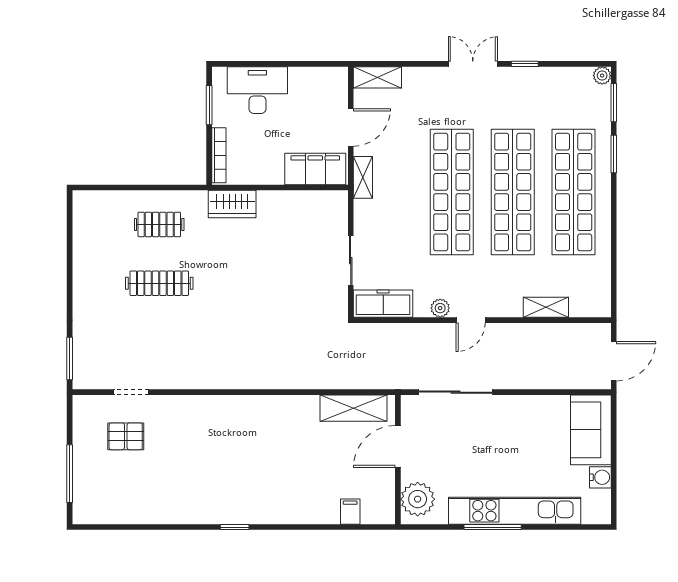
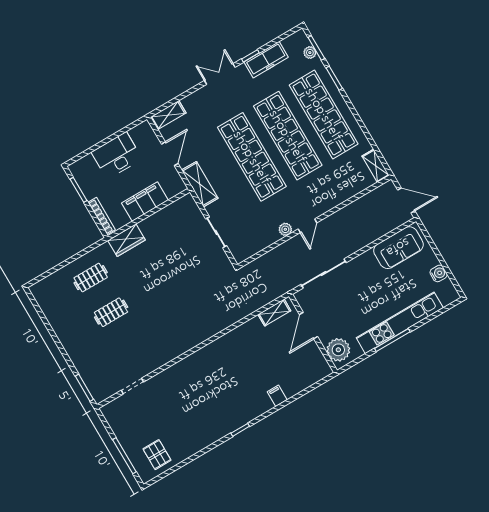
plant: (602, 76) -> (310, 53), moved
desk: (257, 90) -> (117, 156), moved
filing cabinet: (315, 169) -> (145, 202), moved
shelving: (363, 177) -> (200, 184), width x1.50, depth x1.33
clothes rail: (159, 283) -> (111, 312), width x0.73
freezer: (383, 304) -> (266, 60), moved, turned 180
shelving: (546, 307) -> (376, 166), moved, turned 90
door: (614, 361) -> (406, 200), hinge flipped
shelving: (354, 408) -> (274, 313), width x0.67, depth x0.75
sofa: (591, 430) -> (398, 248), moved, turned -90
pallet: (126, 436) -> (157, 455), moved, turned 90
filing cabinet: (350, 512) -> (277, 396), moved

